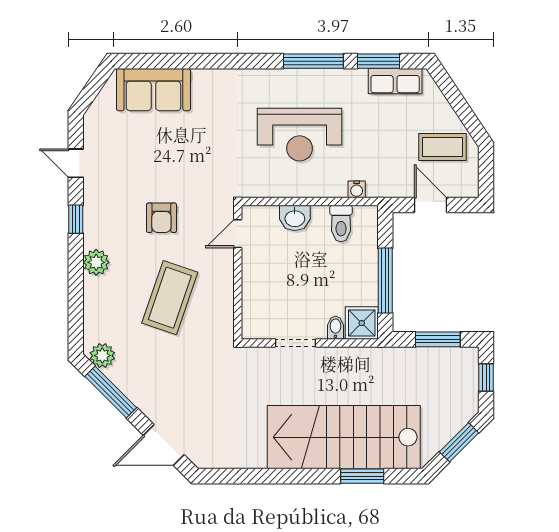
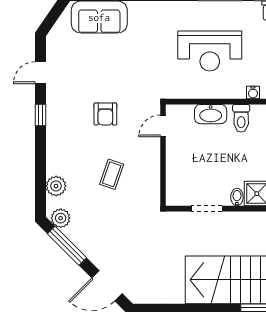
door: (76, 163) -> (41, 73), hinge flipped
washbasin: (295, 218) -> (211, 114), width x1.38
plant: (96, 262) -> (56, 186), moved
coffee table: (170, 298) -> (112, 174), width x0.54, depth x0.58

